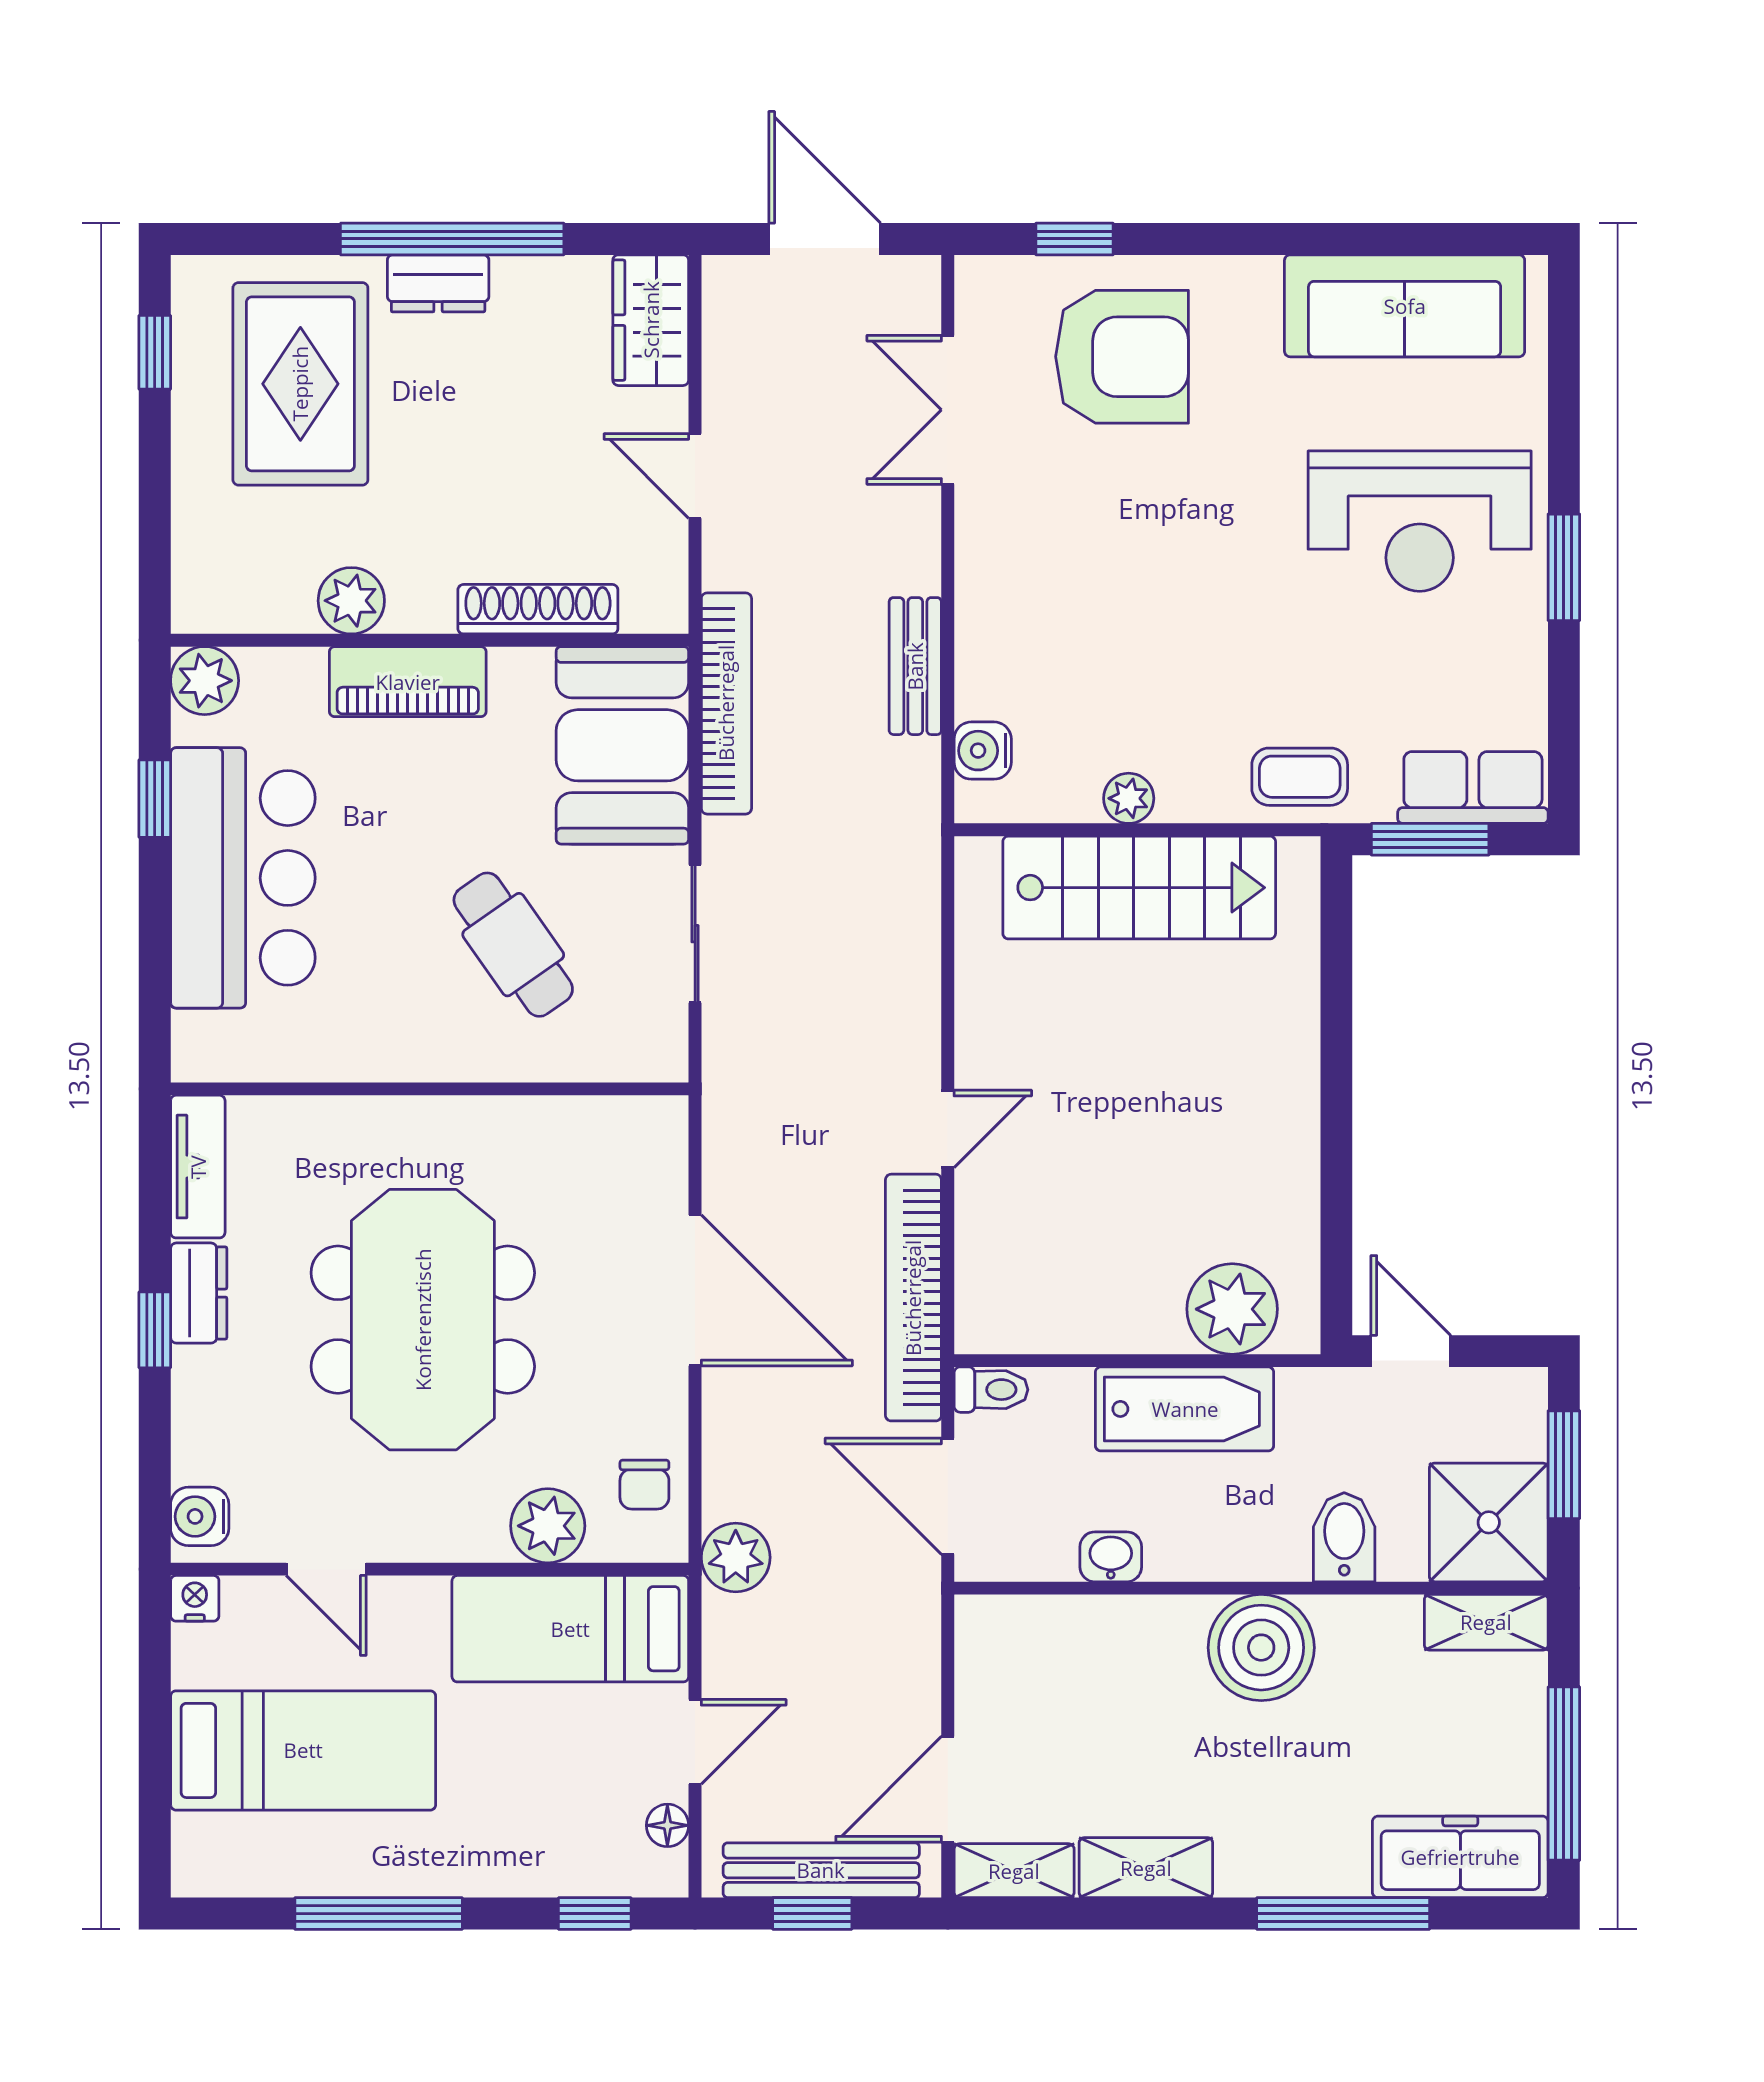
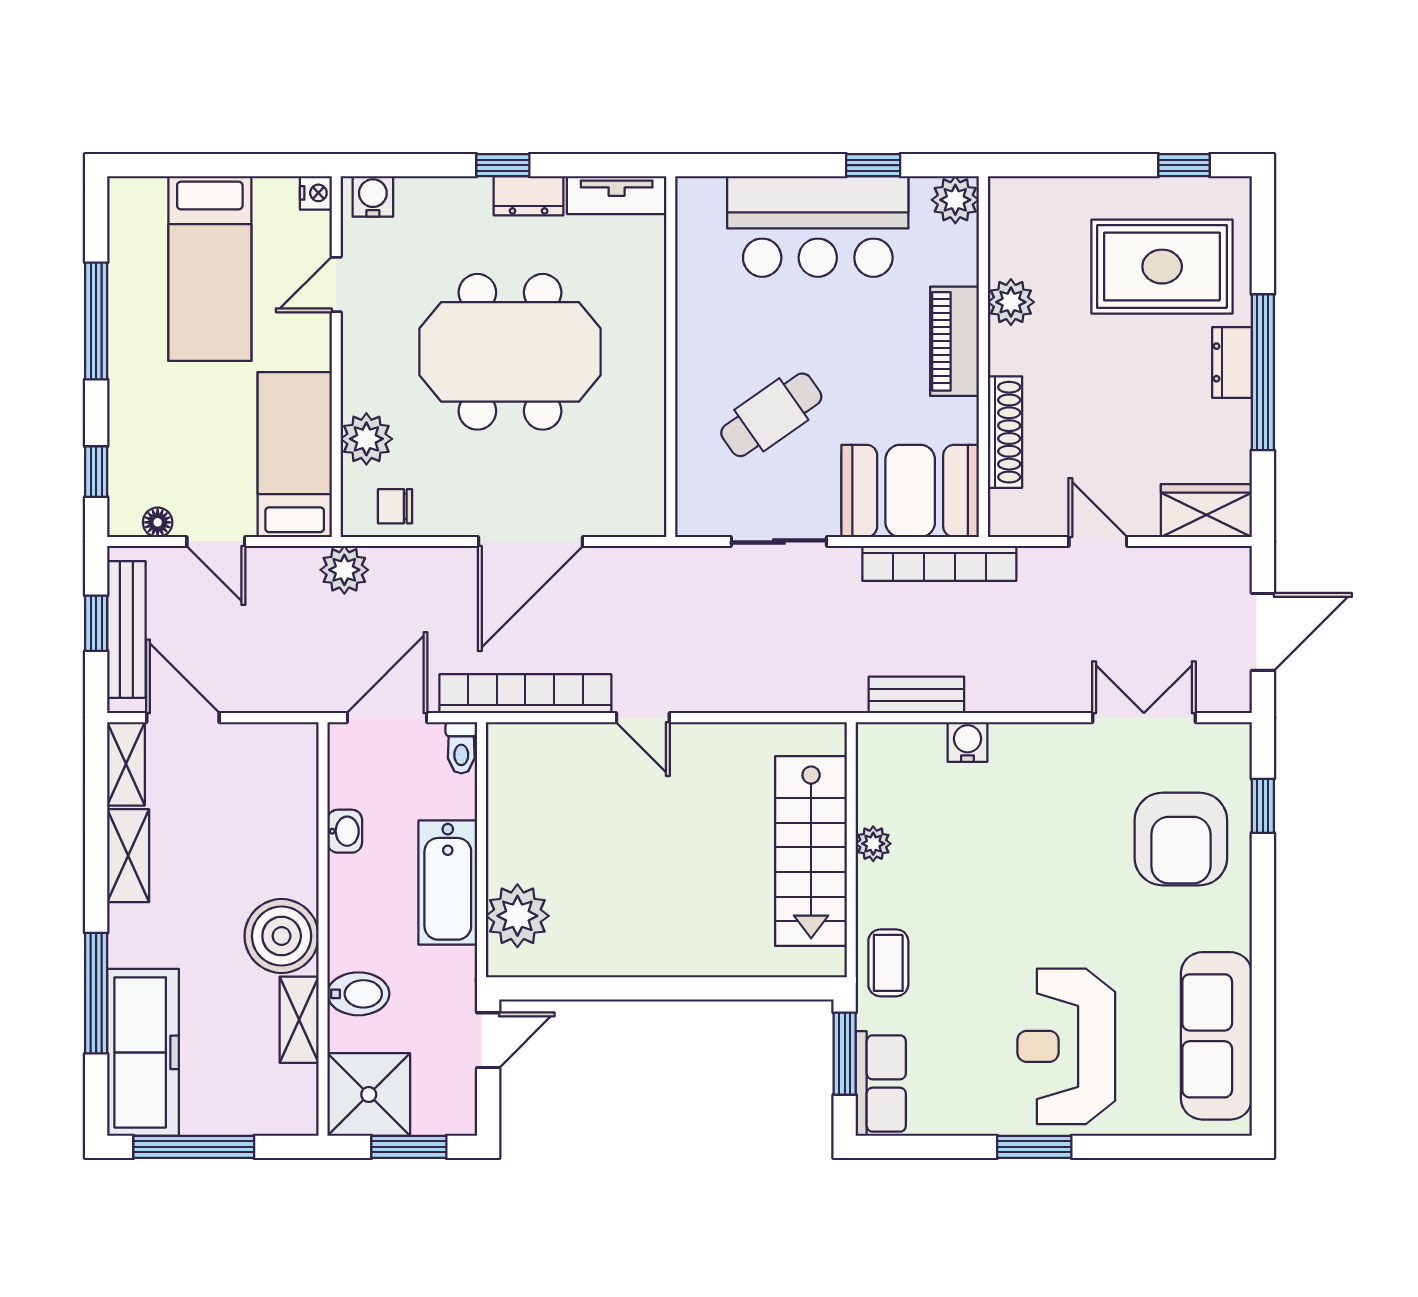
door: (695, 476) -> (1098, 541), hinge flipped
bench: (915, 666) -> (916, 695), moved
water cooler: (983, 751) -> (967, 742), moved
shelving: (1486, 1622) -> (299, 1020), moved
freezer: (1460, 1857) -> (143, 1052), width x1.36, depth x1.26

